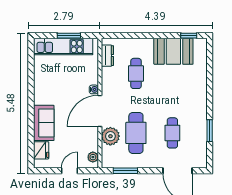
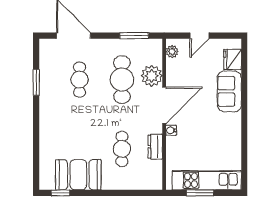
dresser: (107, 56) -> (155, 147), moved

